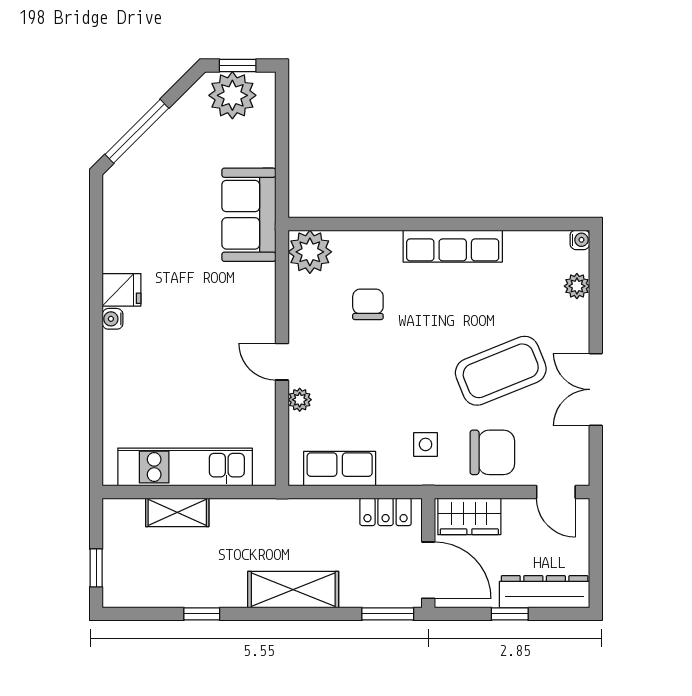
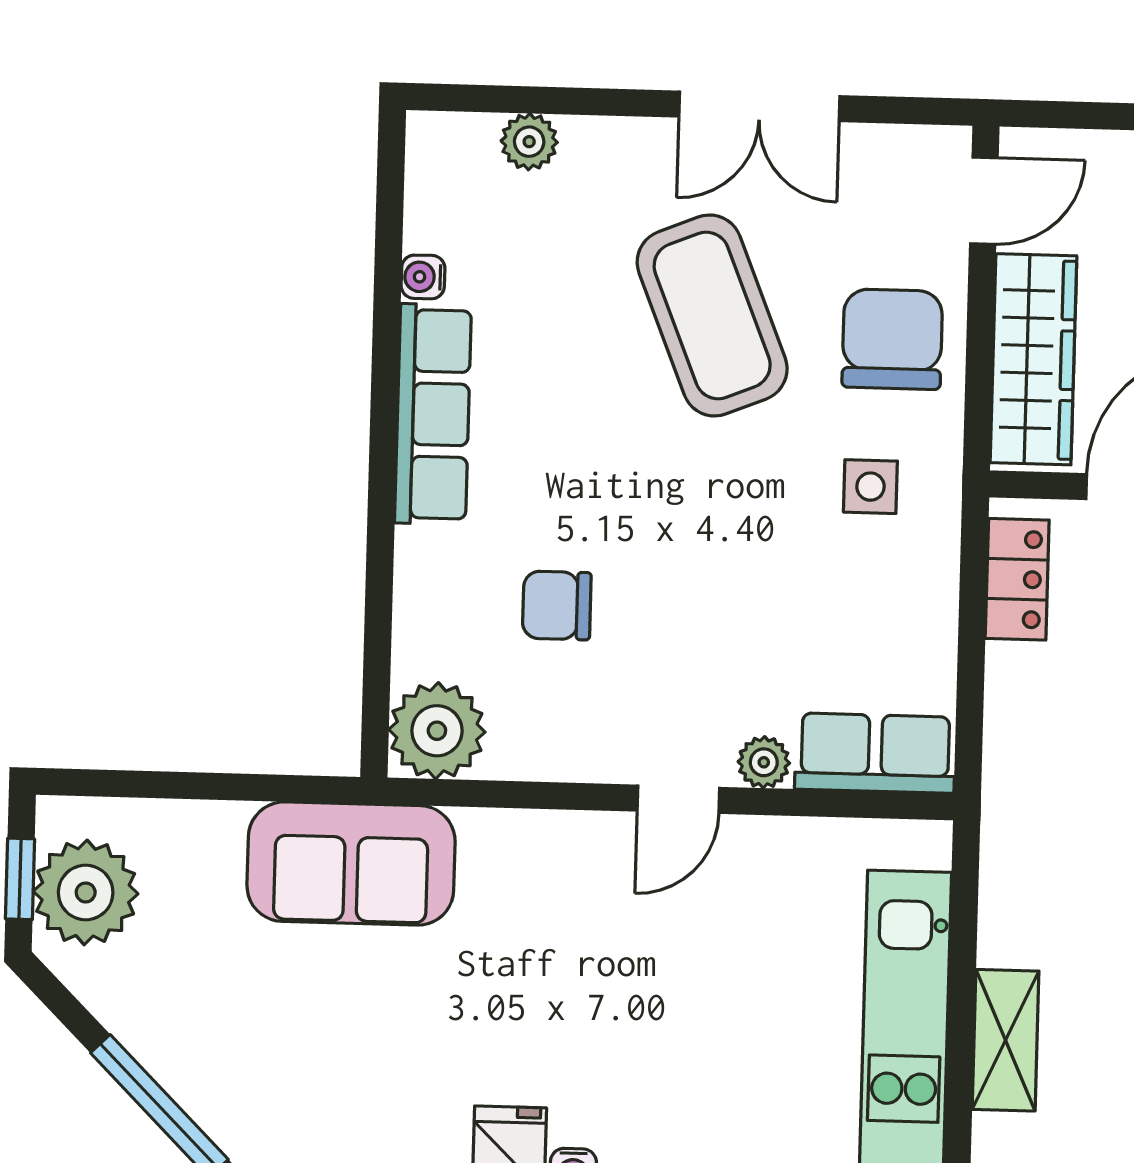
water cooler: (580, 240) -> (423, 277), moved, turned -90
row of seats: (340, 469) -> (875, 753), moved, turned 90
wardrobe: (469, 516) -> (1033, 359), width x1.50

